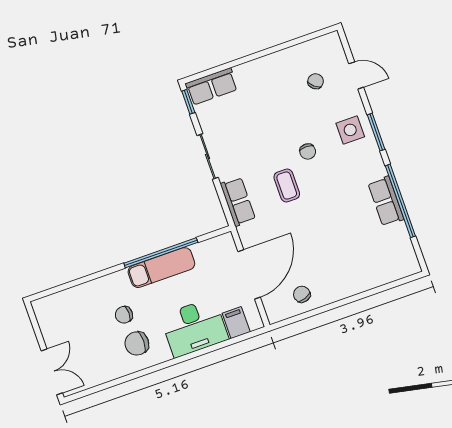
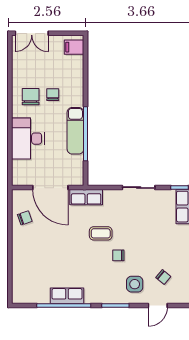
side table: (350, 130) -> (135, 284), moved
row of seats: (238, 202) -> (86, 197), moved
filing cabinet: (236, 323) -> (74, 47), moved, turned 180

